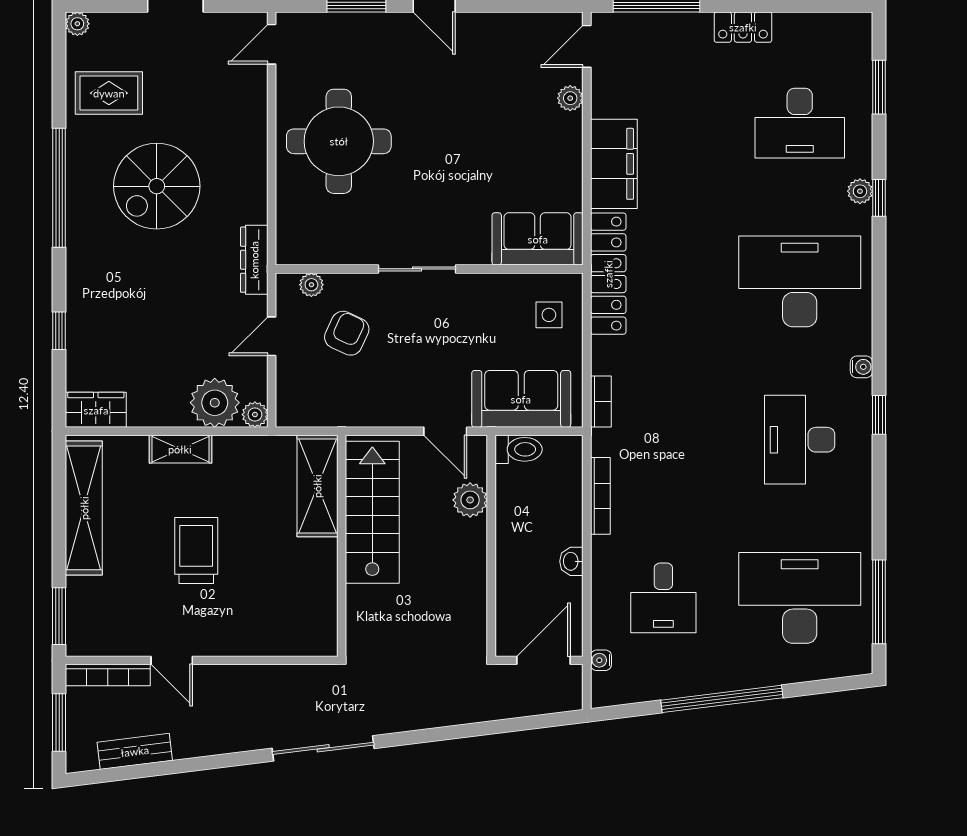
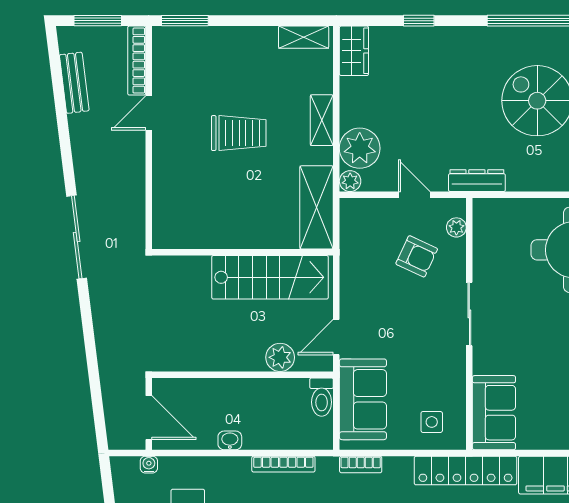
shelving: (317, 486) -> (317, 207), moved, turned 90
shelving: (84, 508) -> (304, 37), width x0.45, depth x0.75

